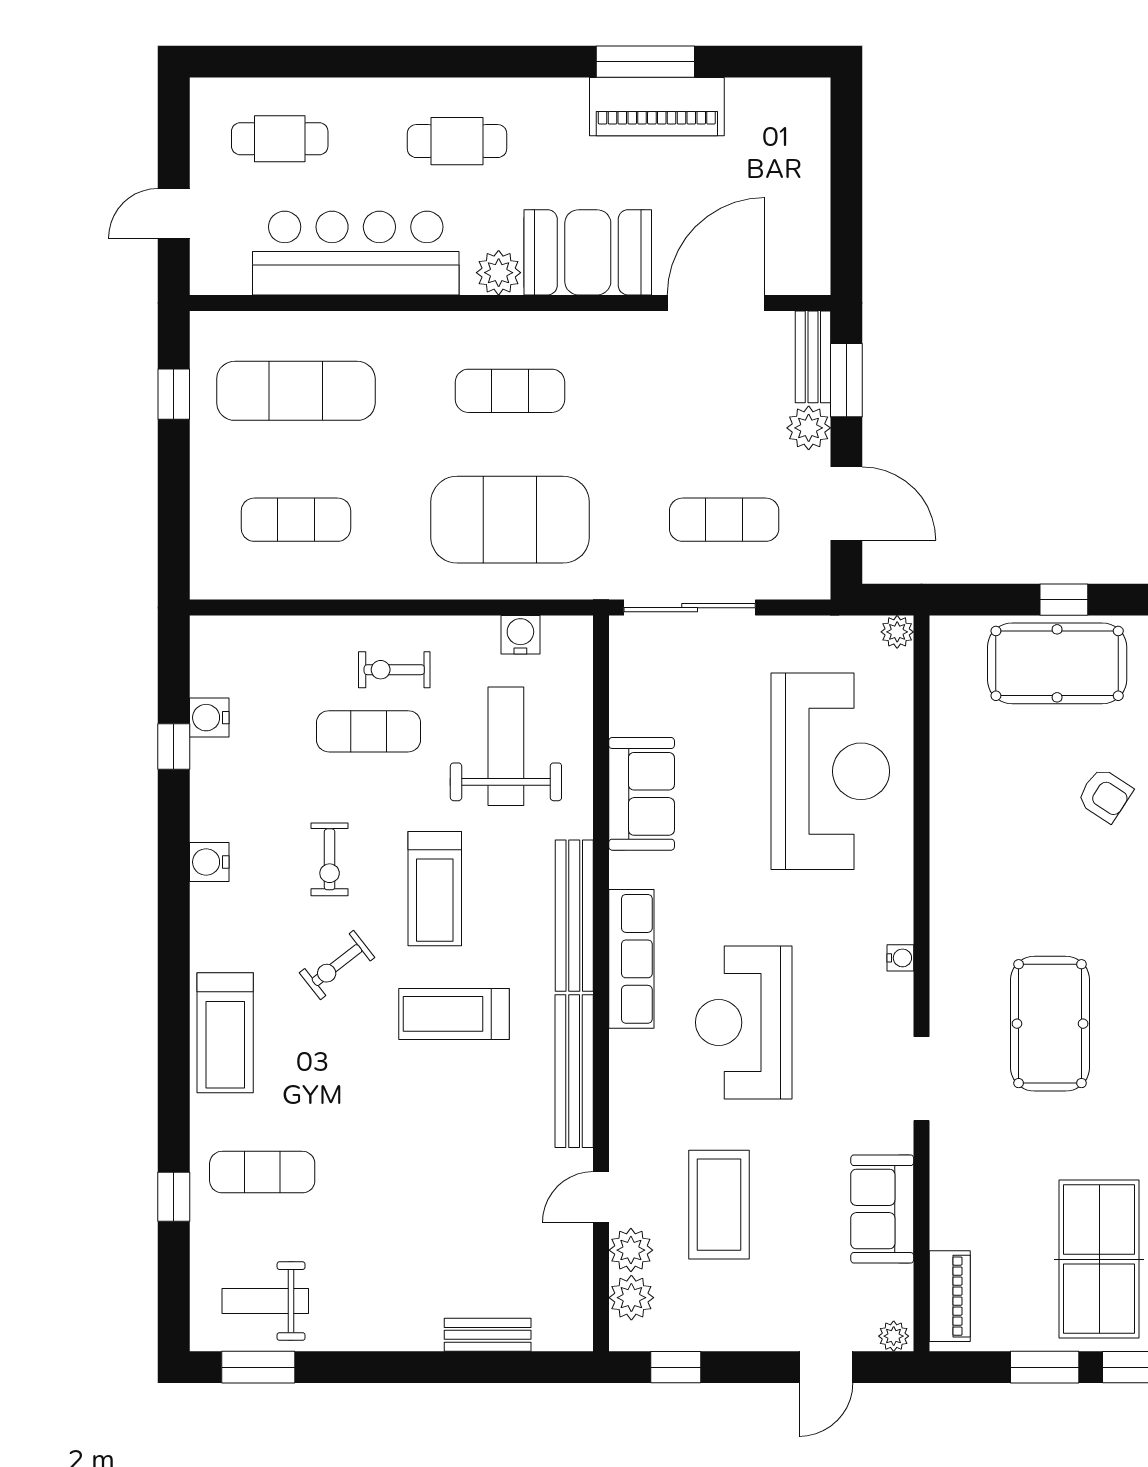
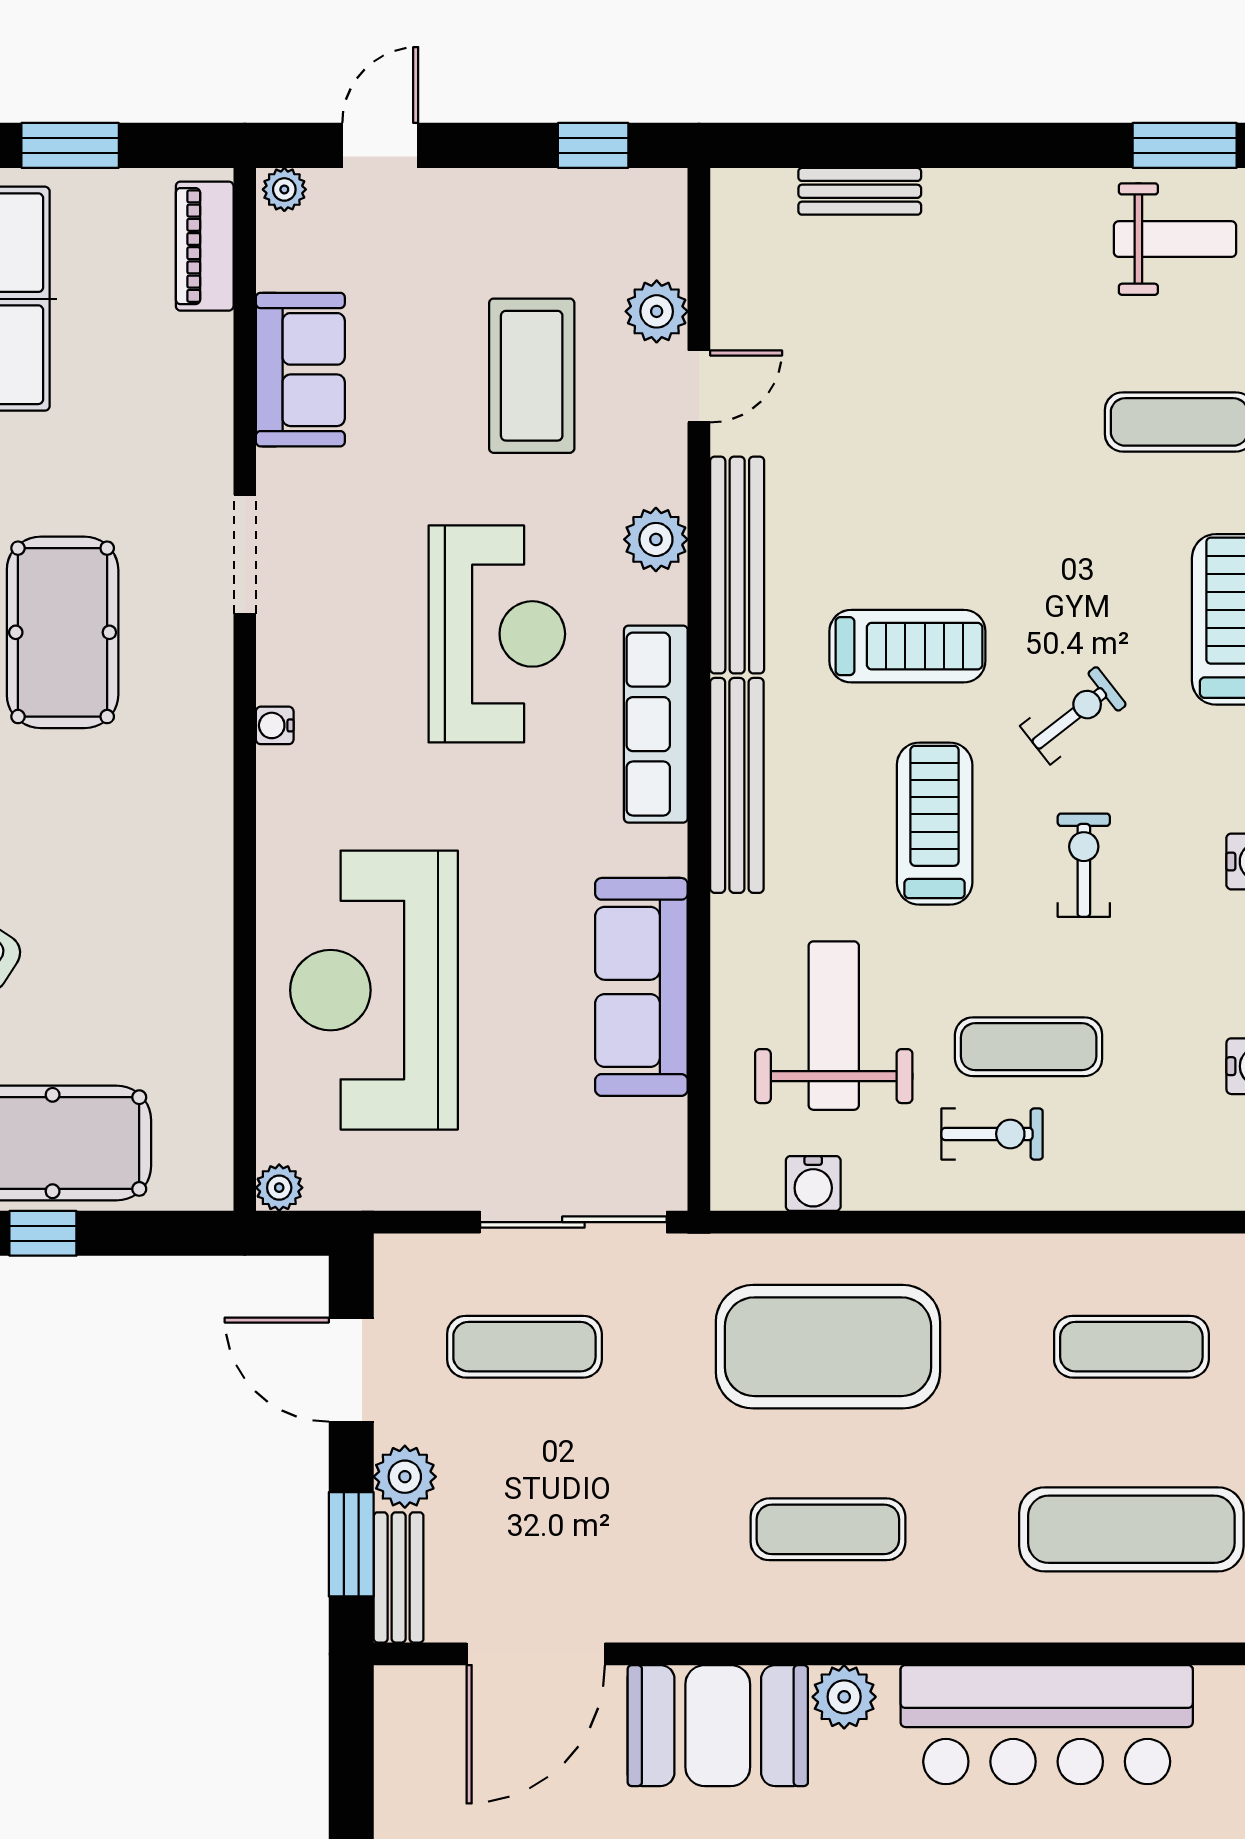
weight bench: (506, 746) -> (834, 1026), turned 180
sofa: (642, 794) -> (641, 987), width x1.36
plant: (631, 1298) -> (656, 539), moved

